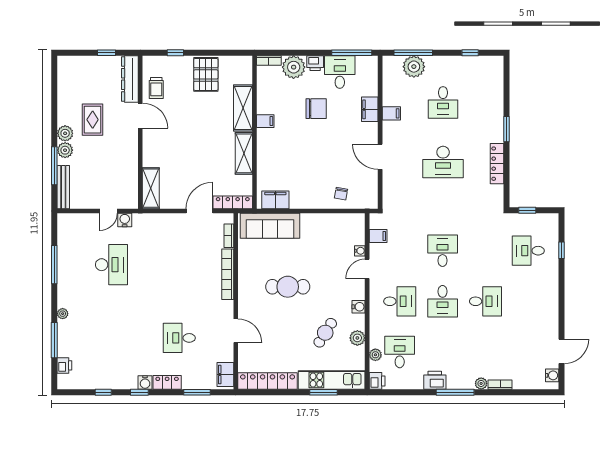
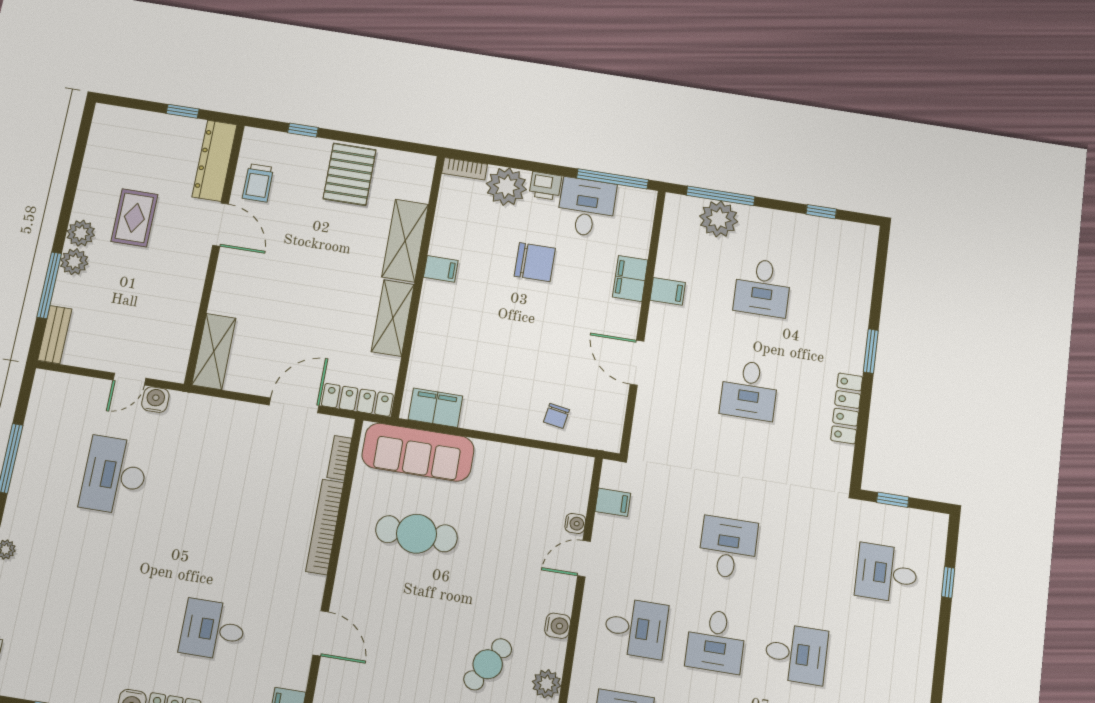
desk: (443, 162) -> (749, 390), width x0.73
bench: (63, 187) -> (55, 335), width x0.73
desk: (111, 265) -> (115, 475), turned 180
cafe table: (288, 287) -> (416, 534), moved

